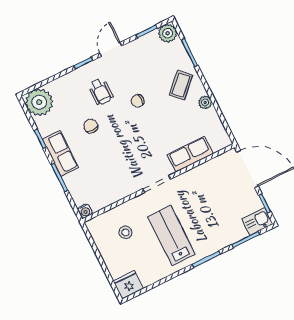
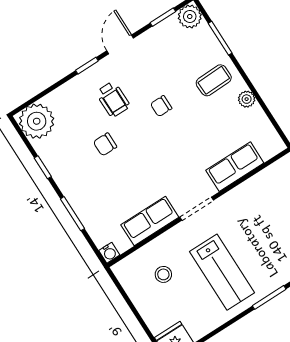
coffee table: (181, 85) -> (214, 80), turned 43
chair: (91, 126) -> (105, 144), turned -90
row of seats: (60, 153) -> (150, 221), moved, turned -90
lab bench: (171, 236) -> (222, 272), turned 180

